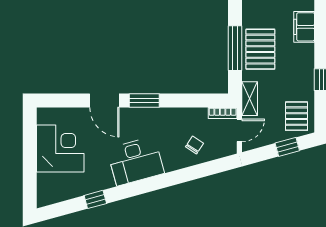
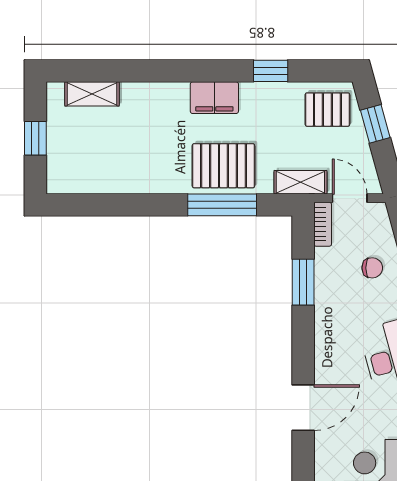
filing cabinet: (304, 27) -> (214, 98), moved
window: (144, 100) -> (303, 282), moved
chair: (194, 145) -> (372, 268), turned 147

